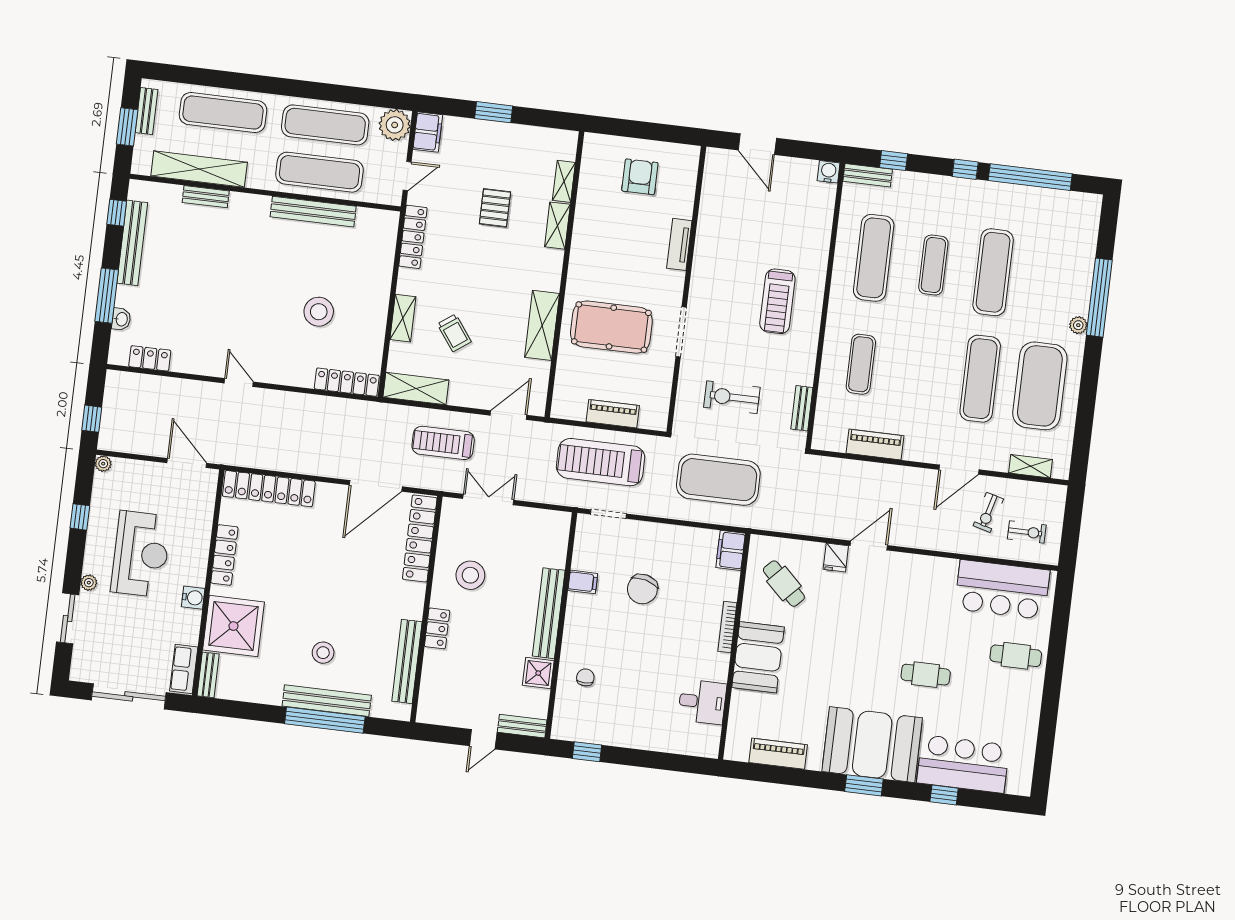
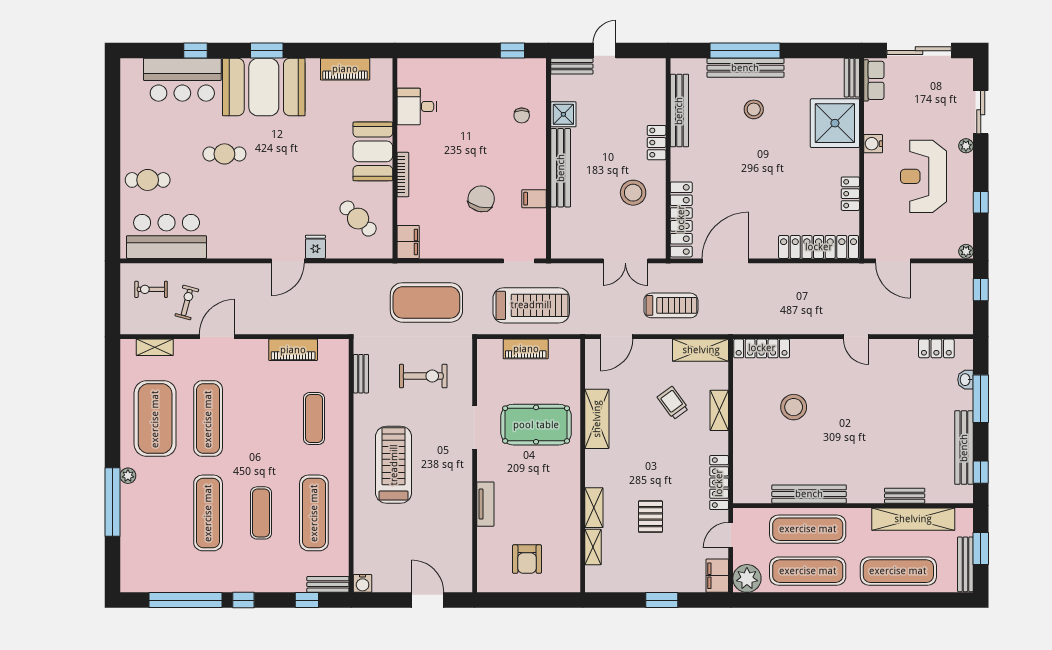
bench: (146, 111) -> (965, 564), width x1.36
treadmill: (777, 301) -> (394, 465), width x1.37, depth x1.38
locker: (224, 555) -> (850, 194), width x0.66

